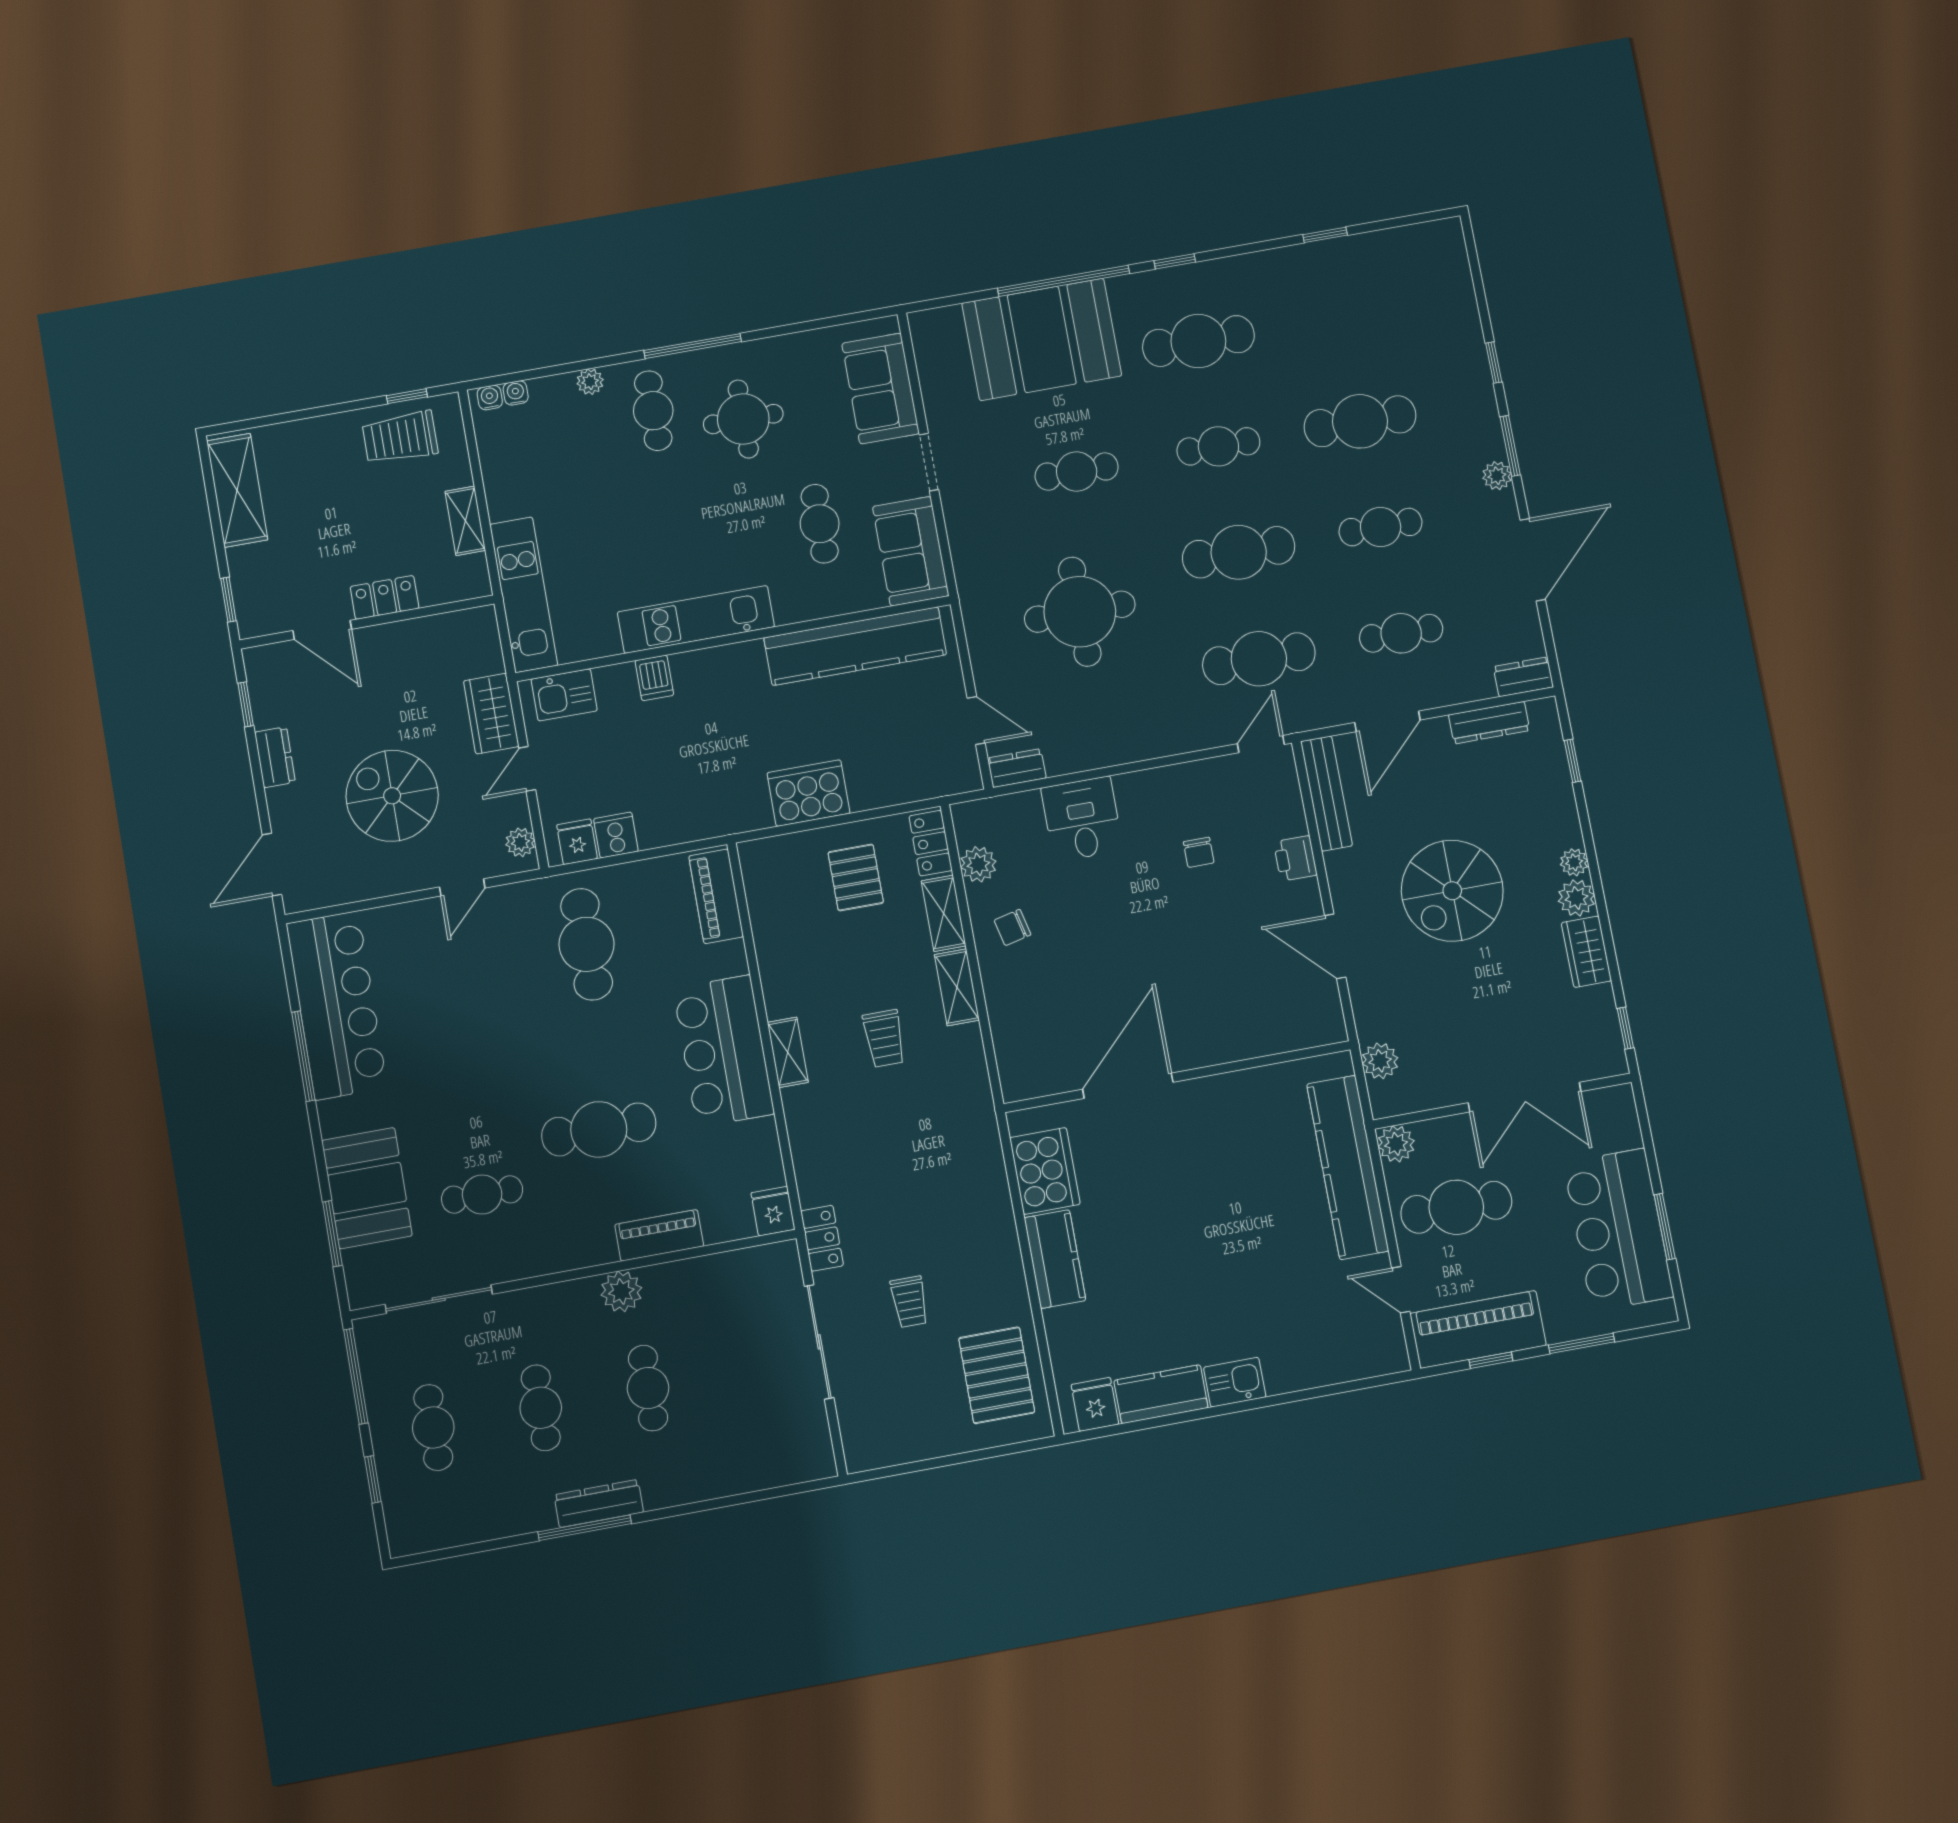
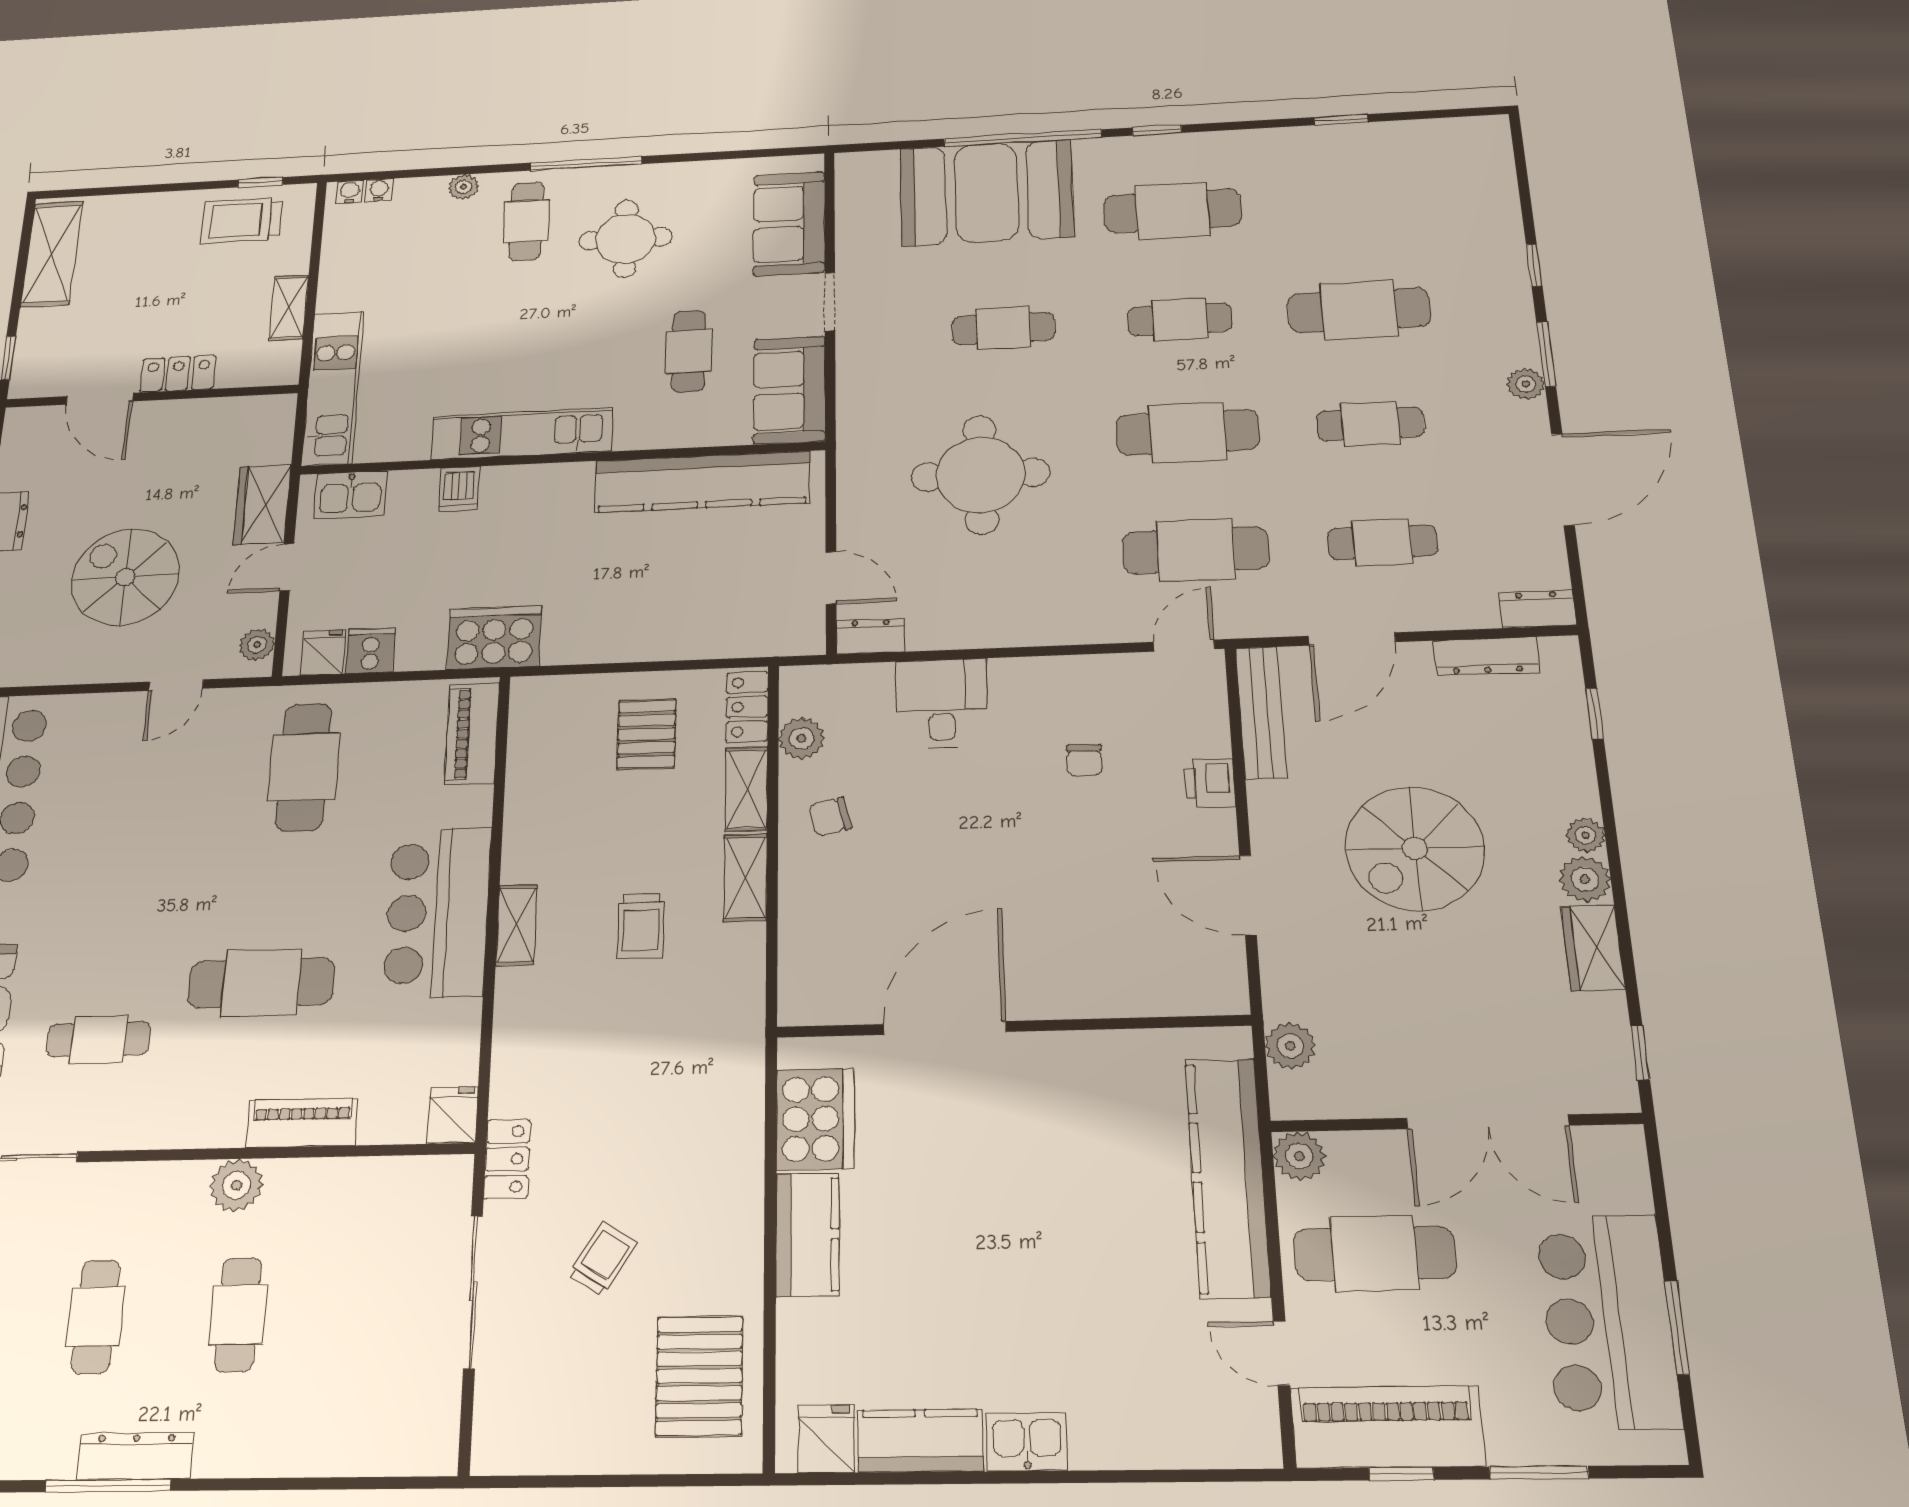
cooker: (808, 793) -> (494, 638), moved
trolley: (909, 1302) -> (603, 1259), turned -148

